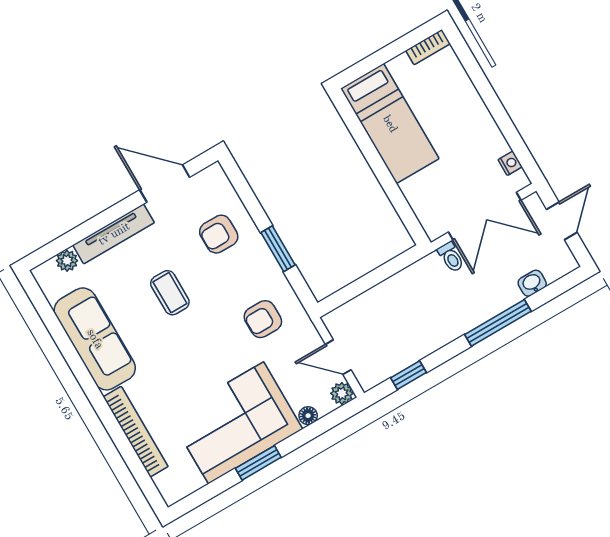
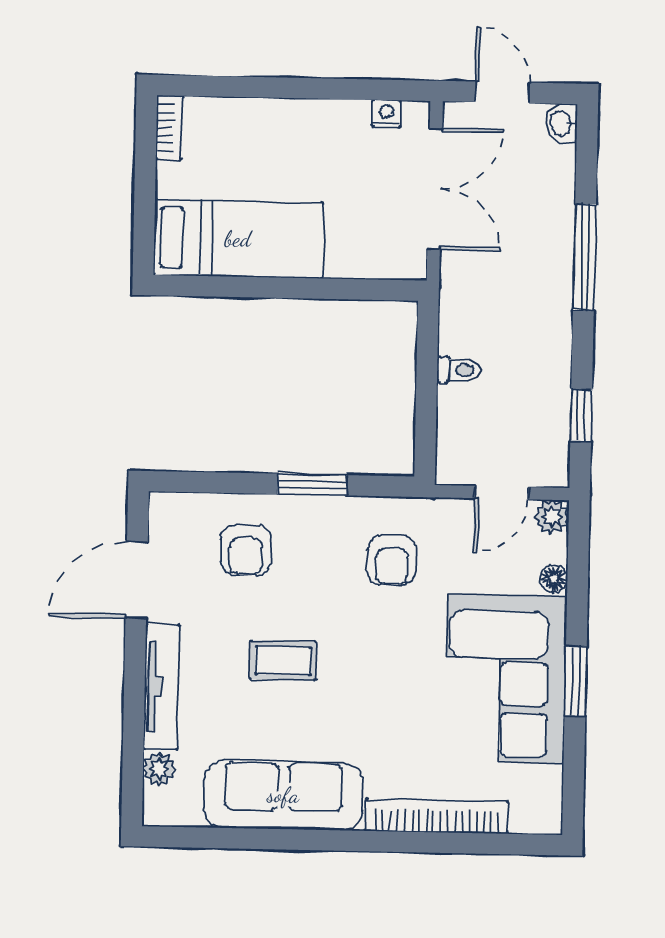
toilet: (451, 257) -> (459, 370), moved
washbasin: (532, 283) -> (561, 123), moved

